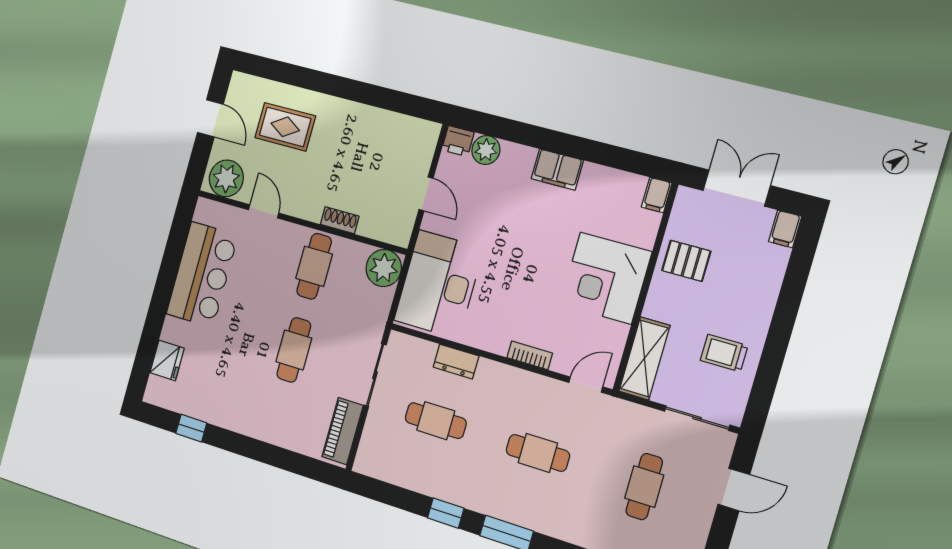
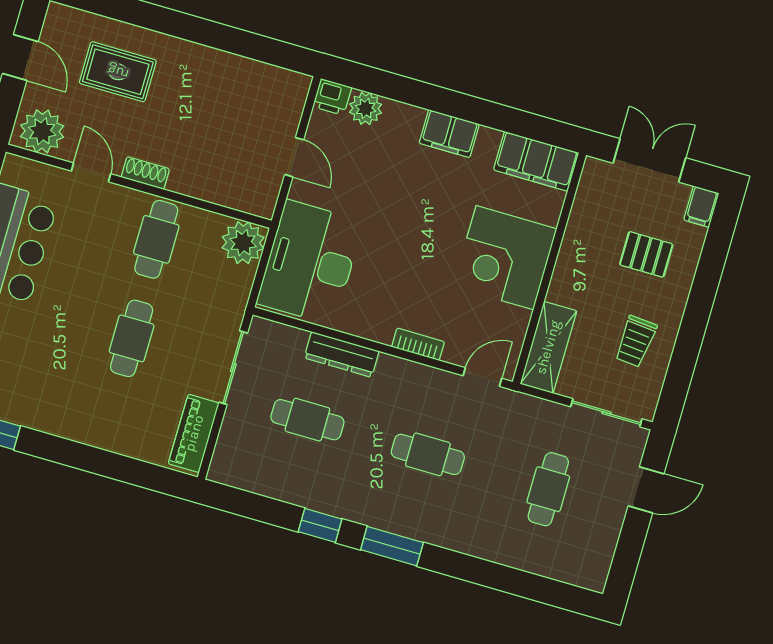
filing cabinet: (657, 195) -> (536, 161), width x3.00, depth x1.17
shoe rack: (340, 220) -> (145, 173), moved
pallet: (686, 261) -> (646, 254), moved
trolley: (724, 353) -> (636, 341), turned -85
dresser: (456, 361) -> (342, 354), width x1.44

